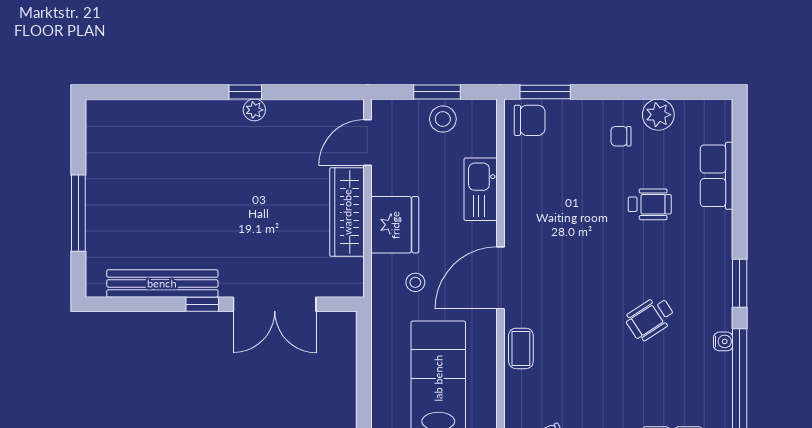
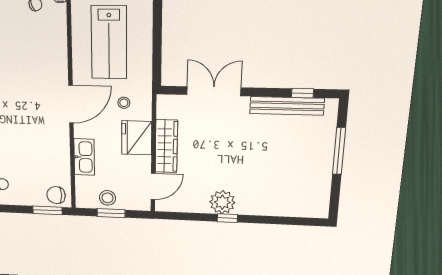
plant: (254, 110) -> (222, 202), width x1.88, depth x1.88
window: (202, 304) -> (302, 93), moved
coffee table: (521, 348) -> (57, 60), removed

